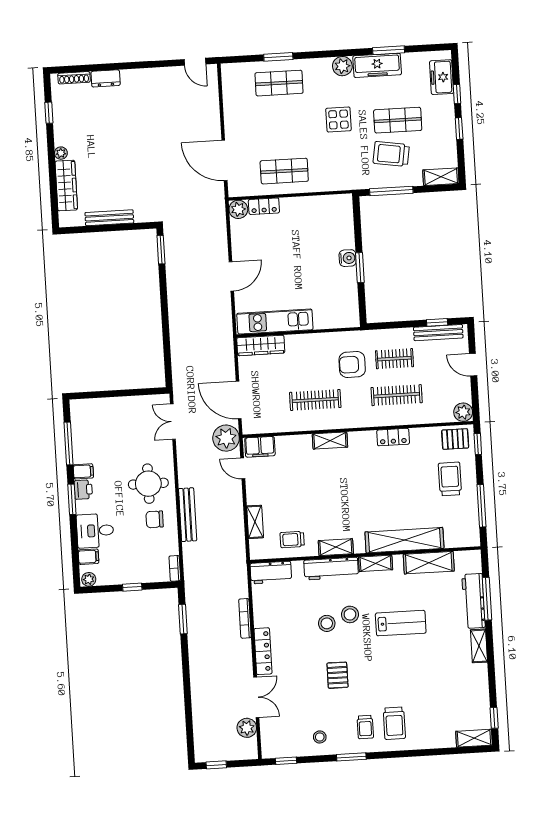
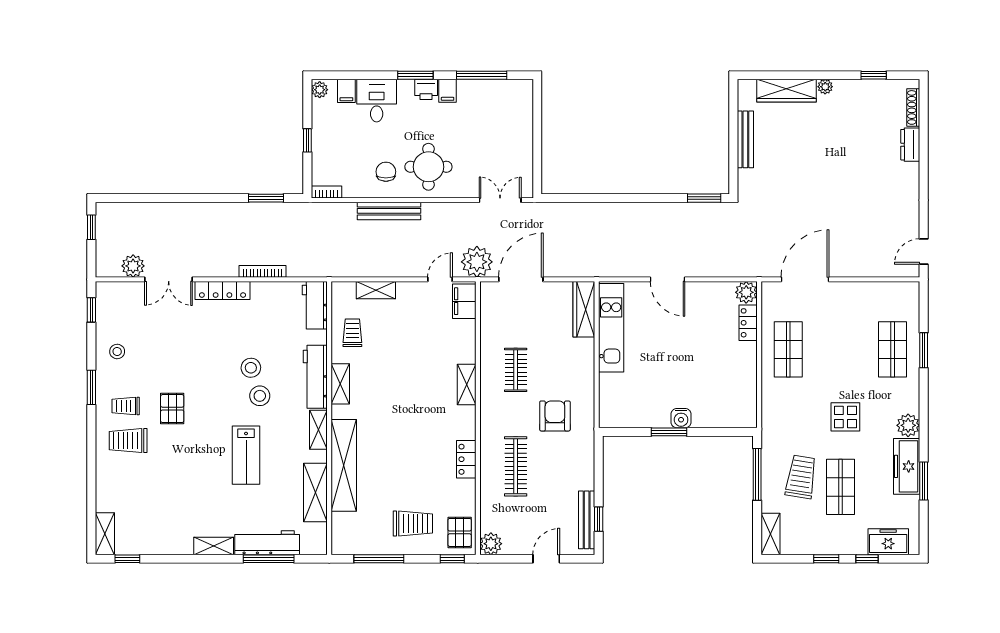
clothes rail: (394, 359) -> (559, 466), removed
clothes rail: (315, 400) -> (516, 370), width x0.73
pallet: (337, 675) -> (172, 409), moved, turned 90

